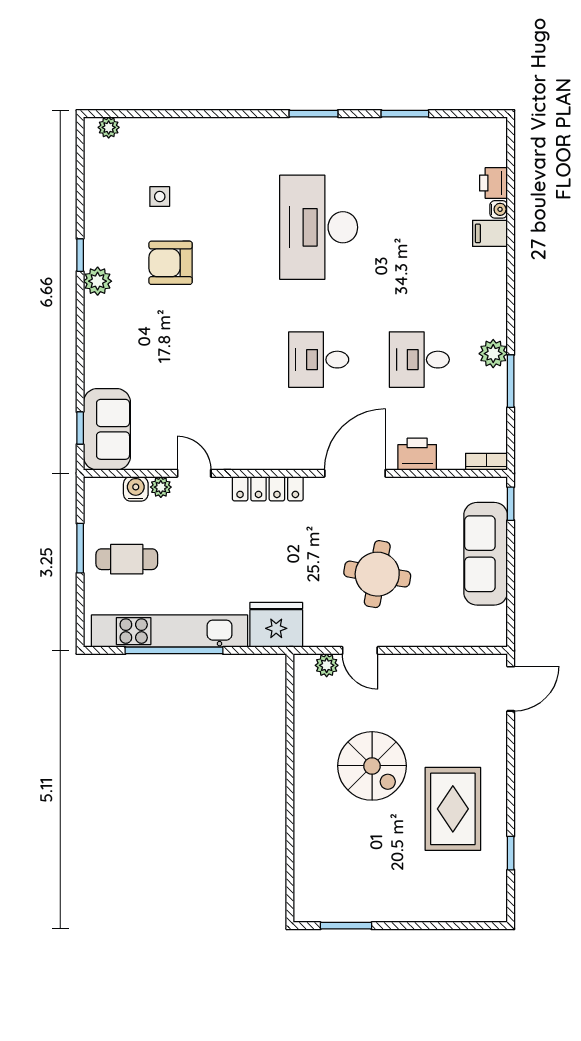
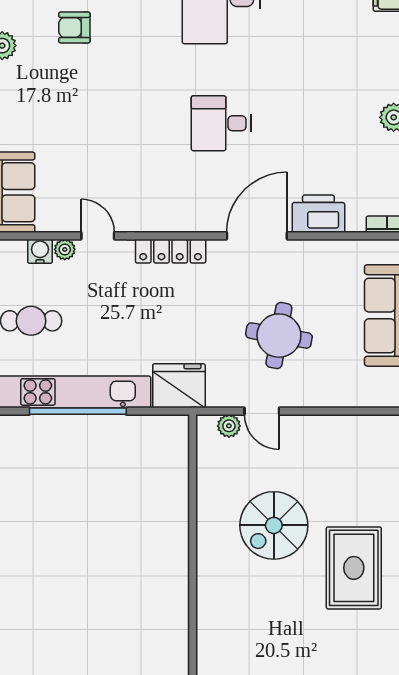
armchair: (171, 263) -> (74, 27), width x0.72, depth x0.72
desk: (419, 360) -> (321, 123), removed
printer: (417, 454) -> (318, 214), width x1.37, depth x1.19
spiral stairs: (372, 766) -> (274, 525), turned 90

